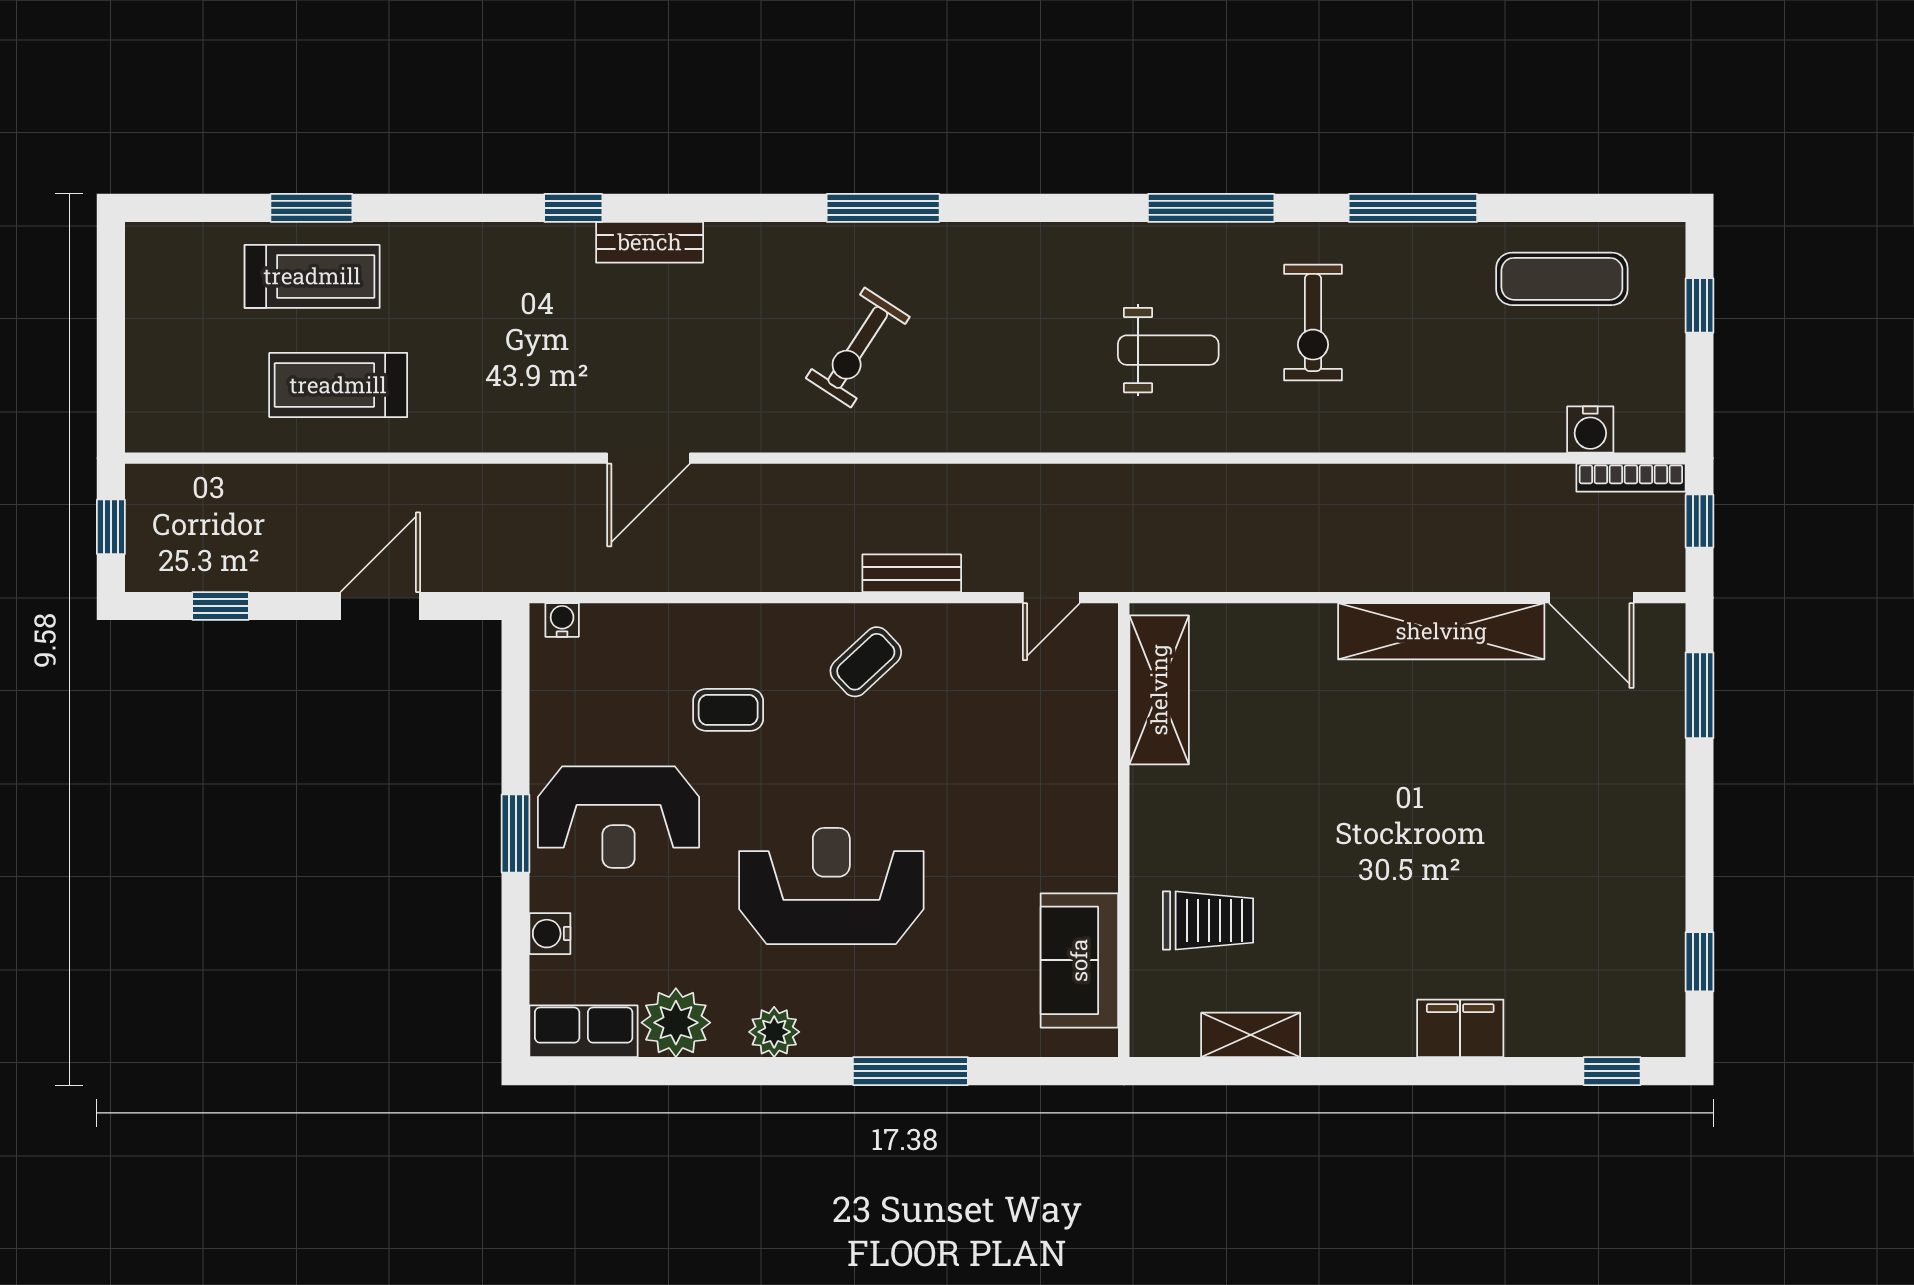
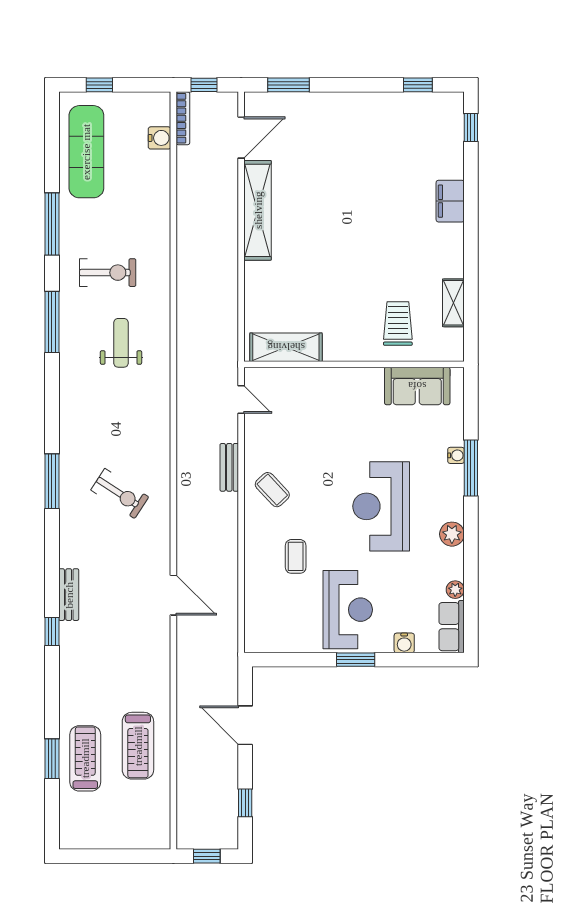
exercise mat: (1562, 279) -> (86, 152), width x1.36, depth x1.45
water cooler: (562, 620) -> (456, 455), moved, turned 180
plant: (676, 1023) -> (455, 590), width x0.53, depth x0.53

